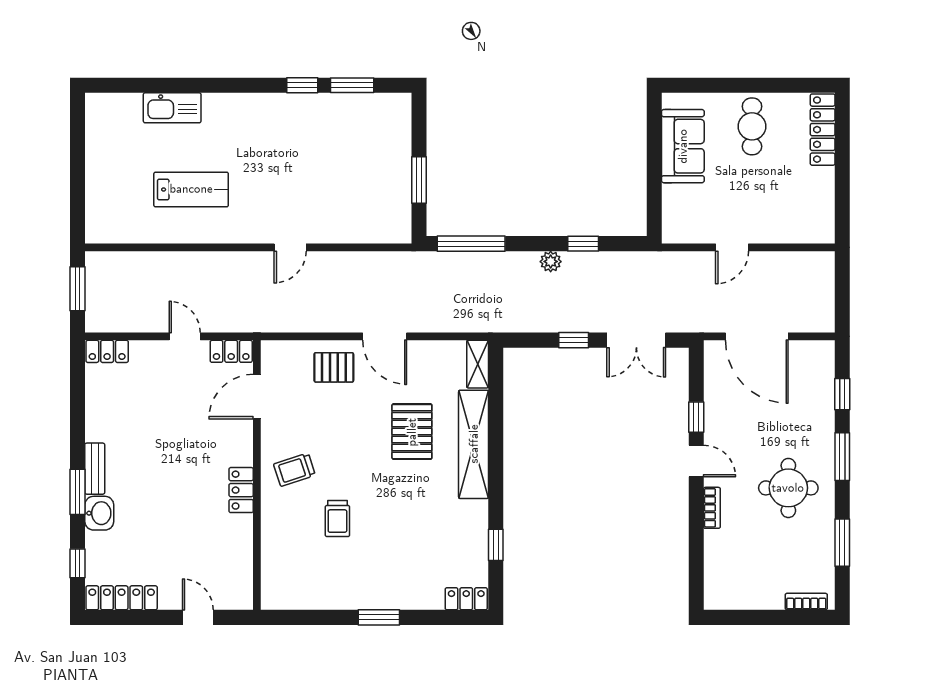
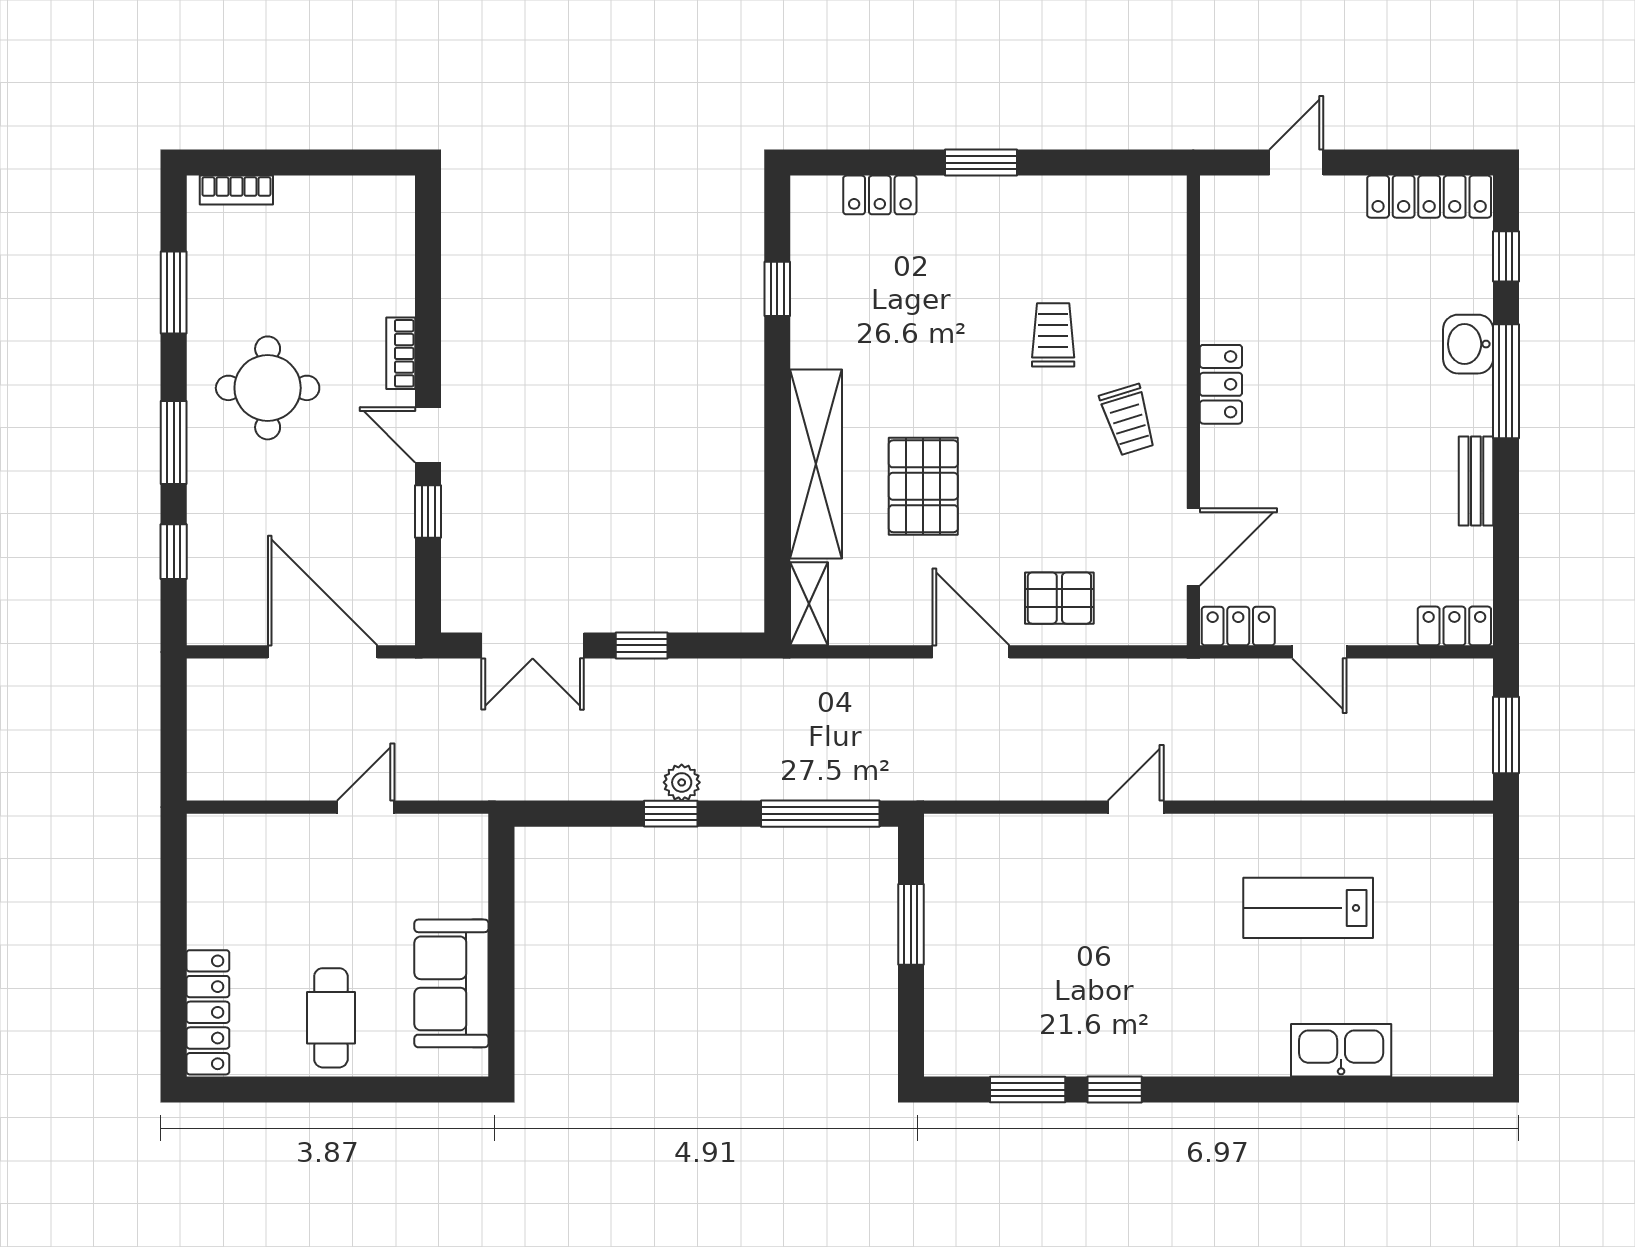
window: (583, 244) -> (671, 814), moved
double door: (636, 340) -> (533, 645), swing flipped
bench: (95, 469) -> (1476, 481), moved
trolley: (294, 470) -> (1128, 420), turned 91
window: (78, 492) -> (1506, 381), width x1.44
locker: (466, 599) -> (880, 195), moved
door: (198, 617) -> (1296, 163), swing flipped

